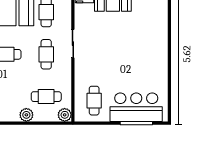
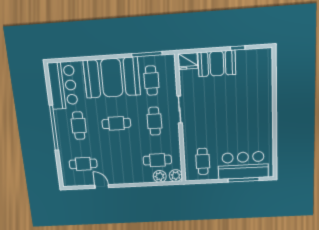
plant: (26, 115) -> (160, 176), moved

